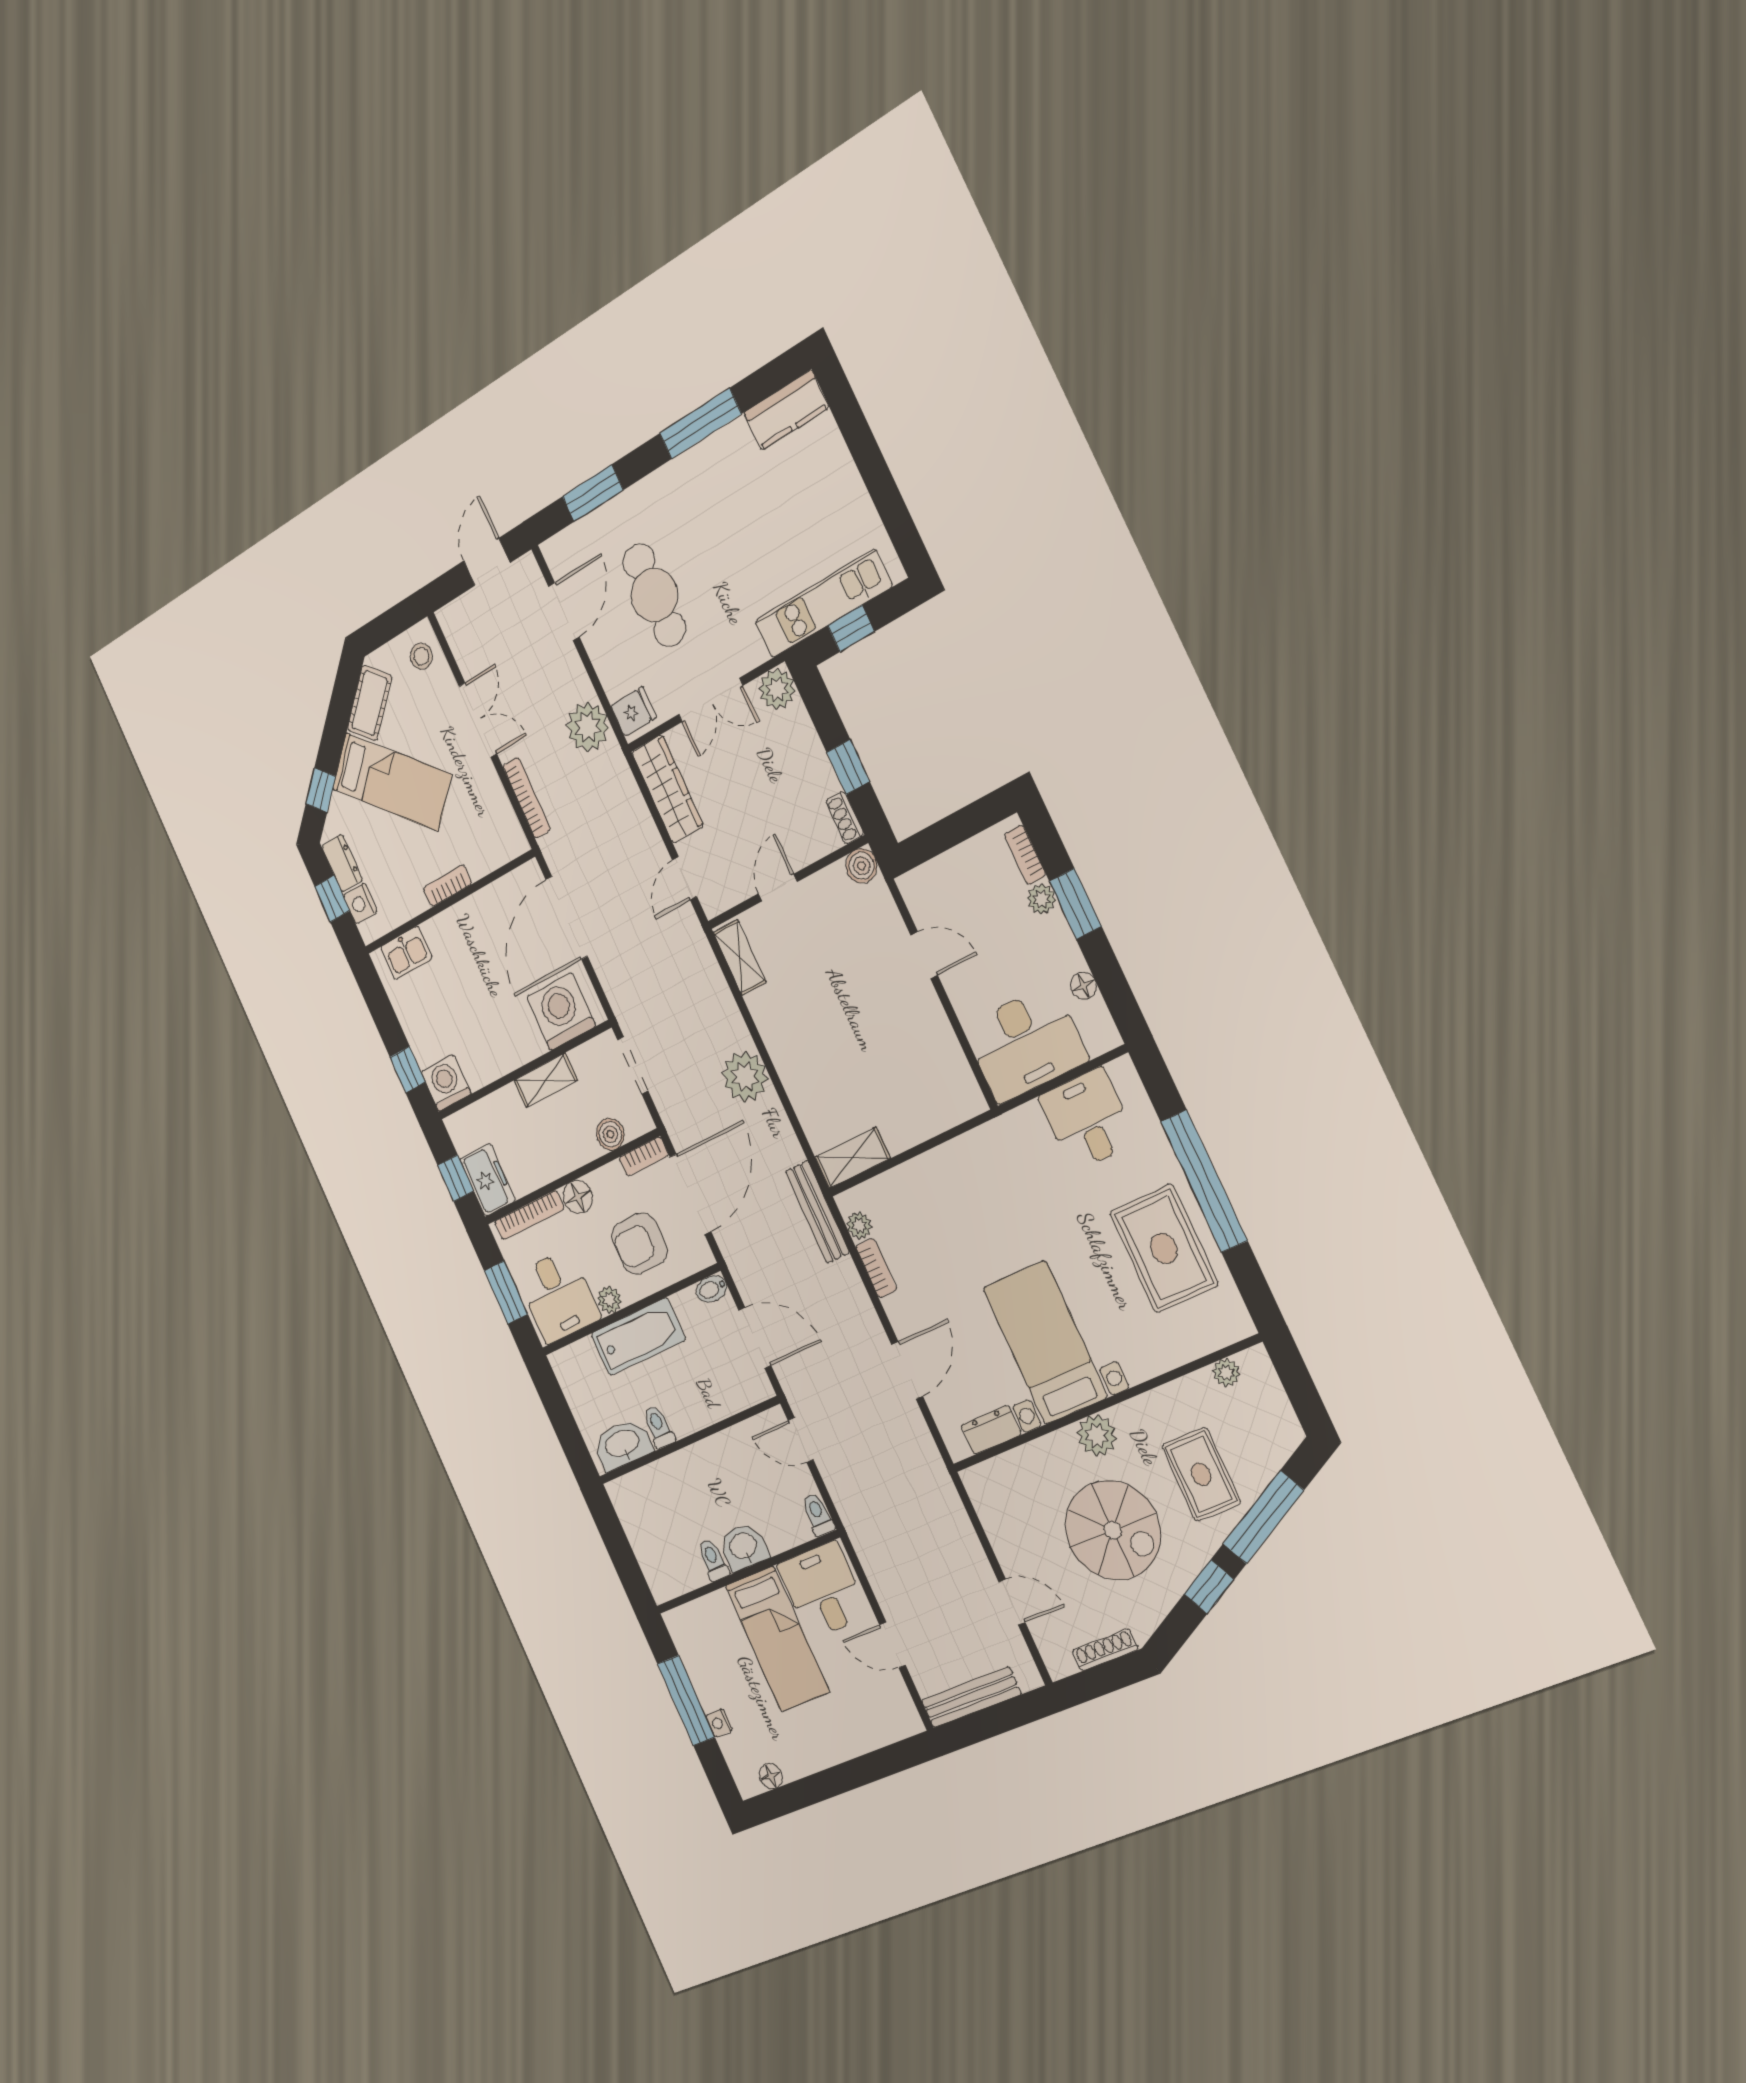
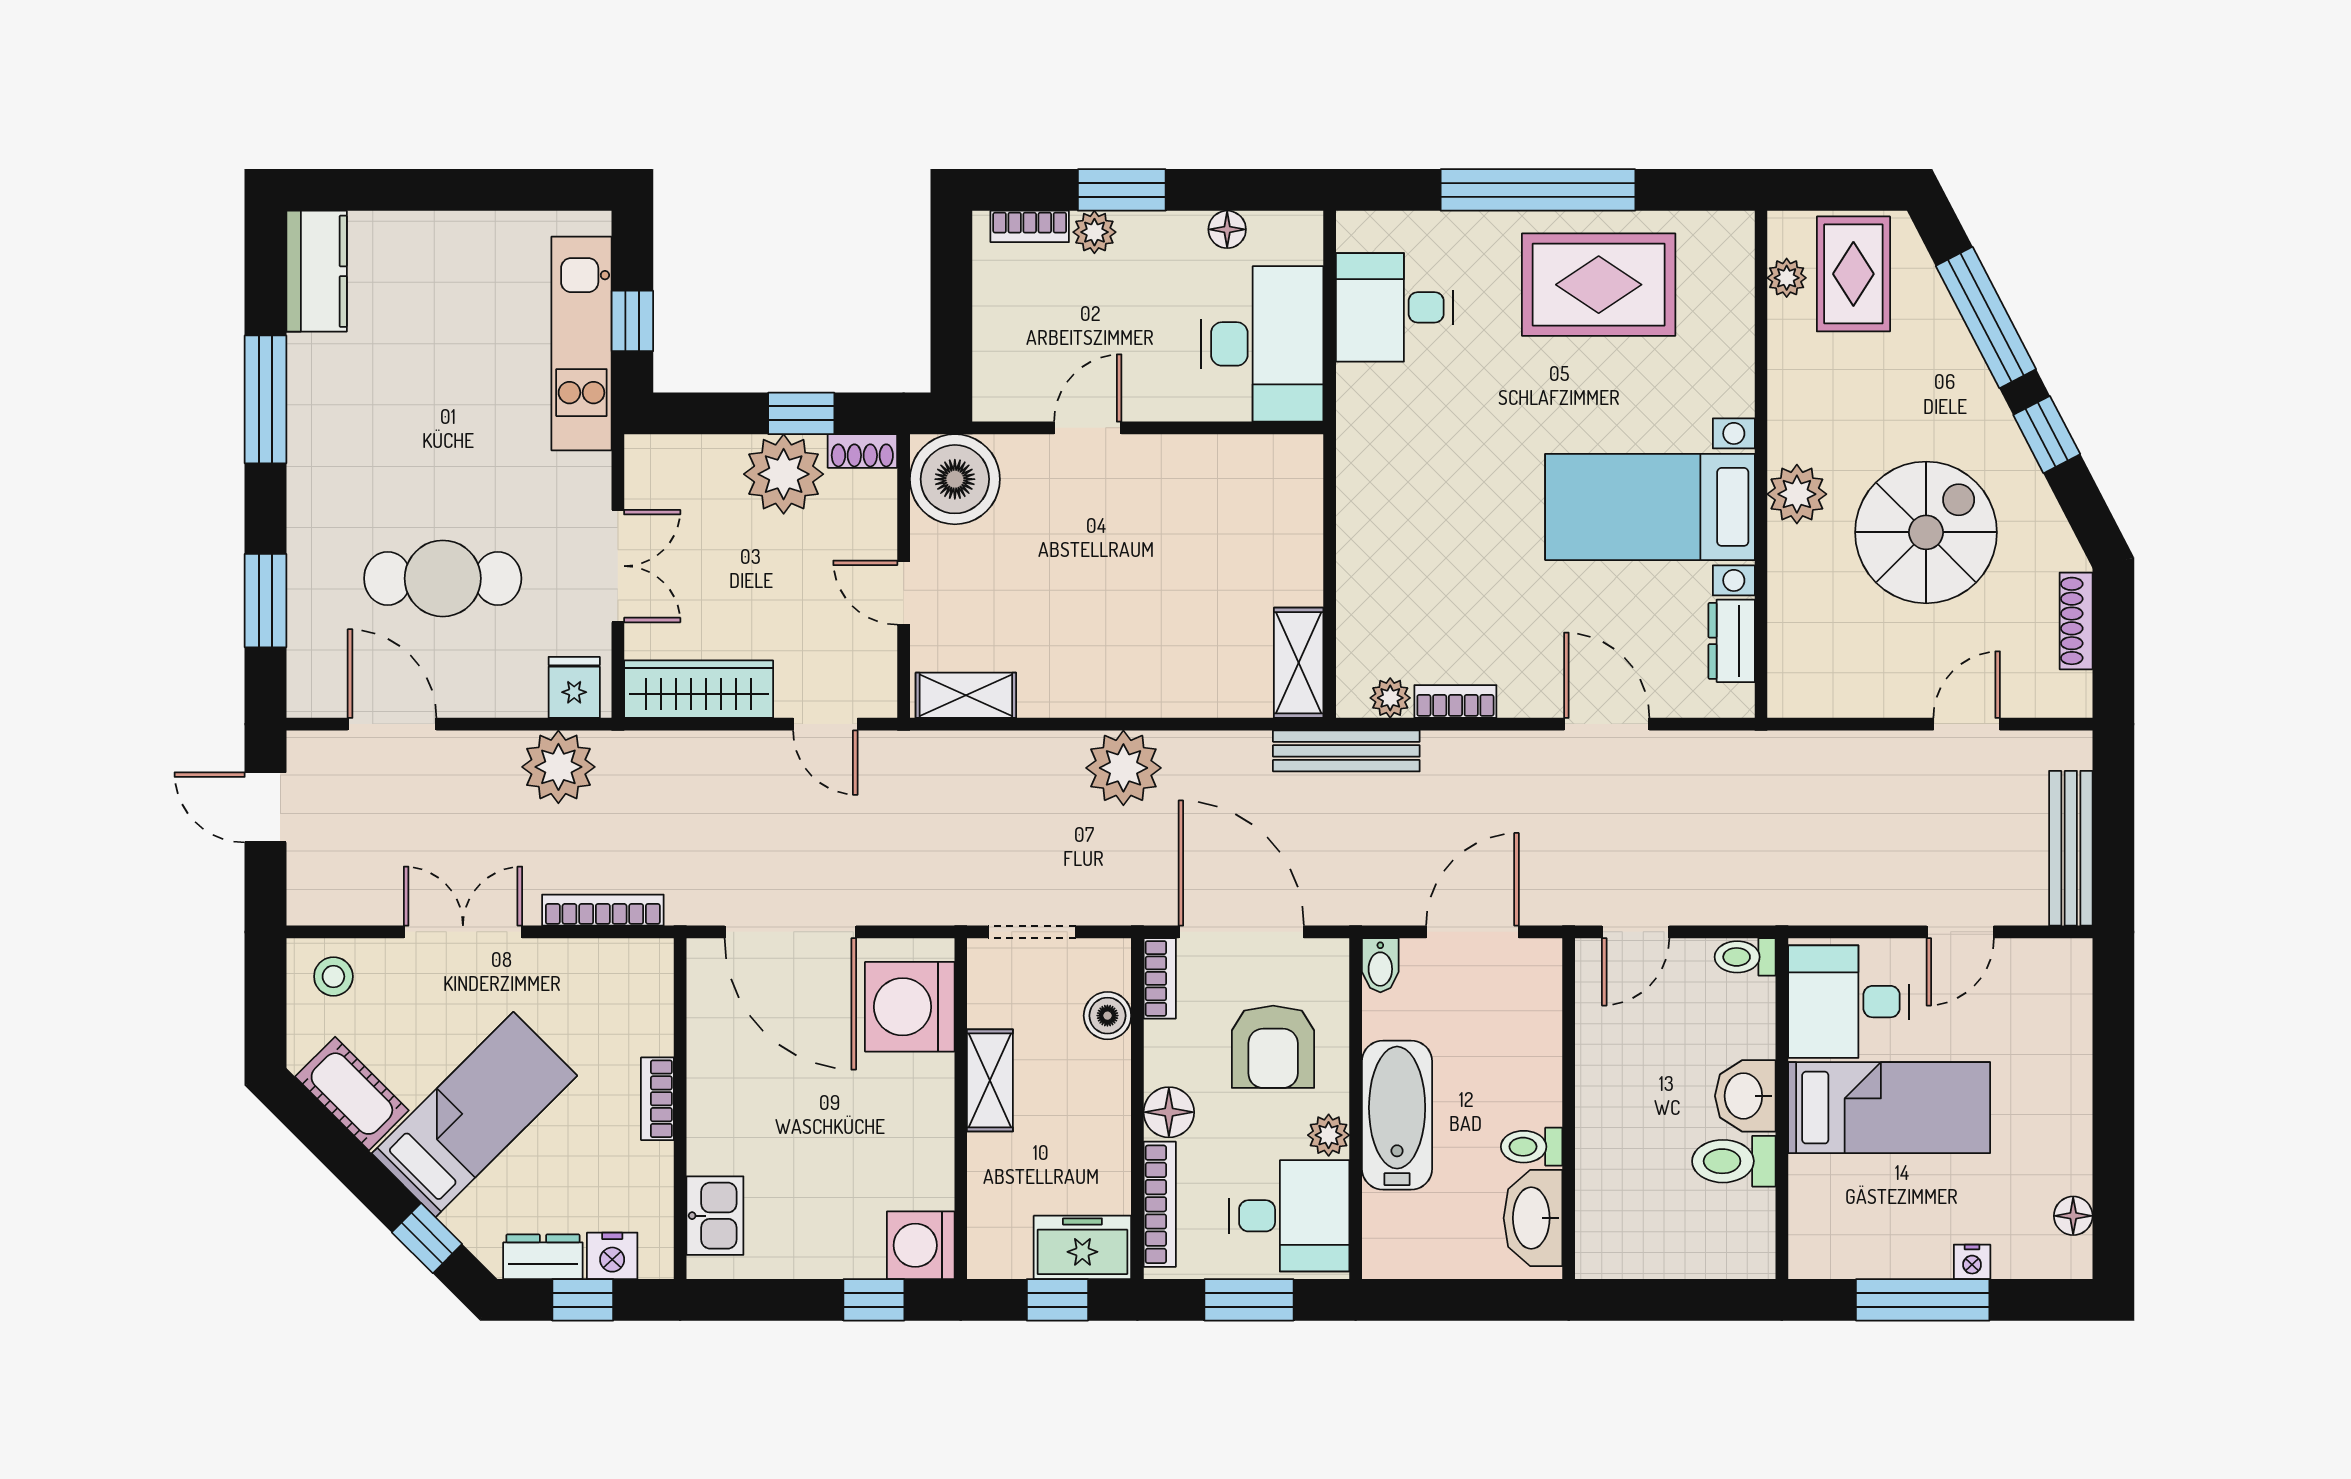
plant: (777, 689) -> (784, 474), moved, width x1.36, depth x1.36
boiler: (862, 866) -> (955, 479), width x1.86, depth x1.86
rug: (1201, 1474) -> (1853, 274), moved, turned 90
toilet: (713, 1560) -> (1734, 1161), width x1.37, depth x1.39

